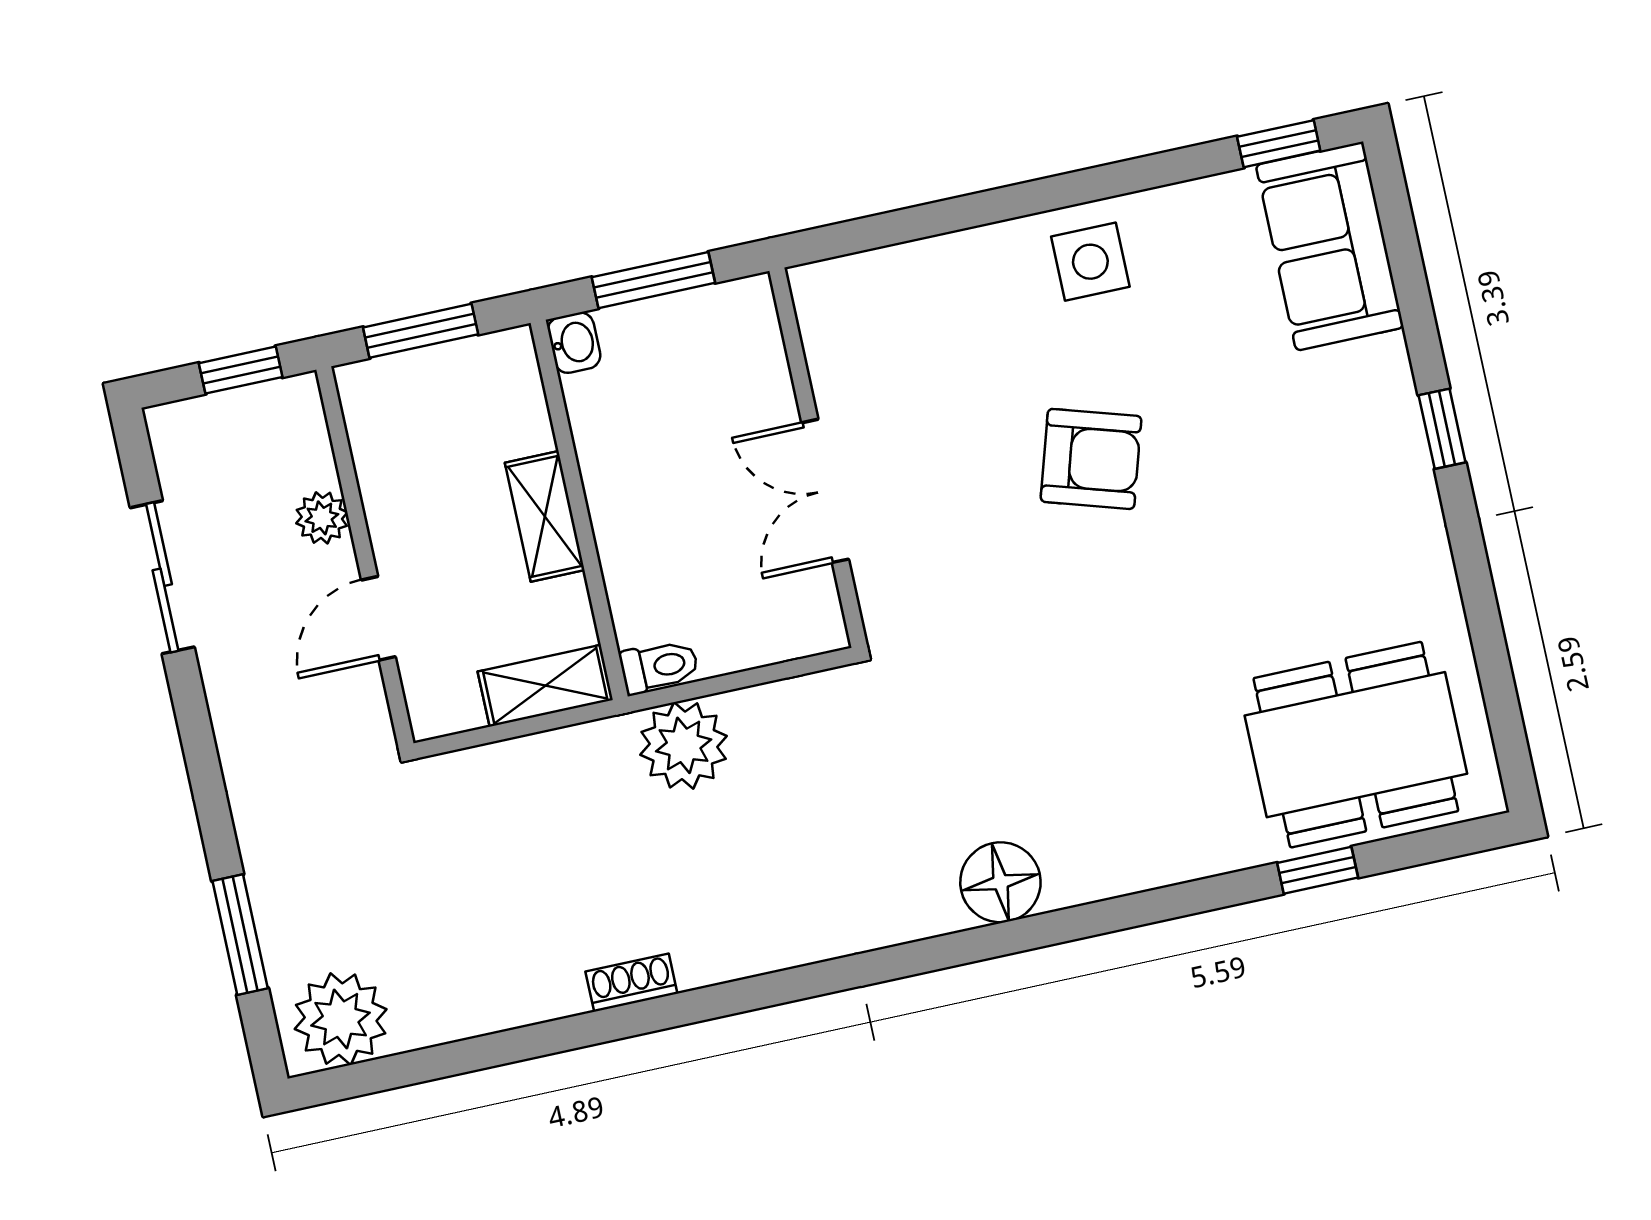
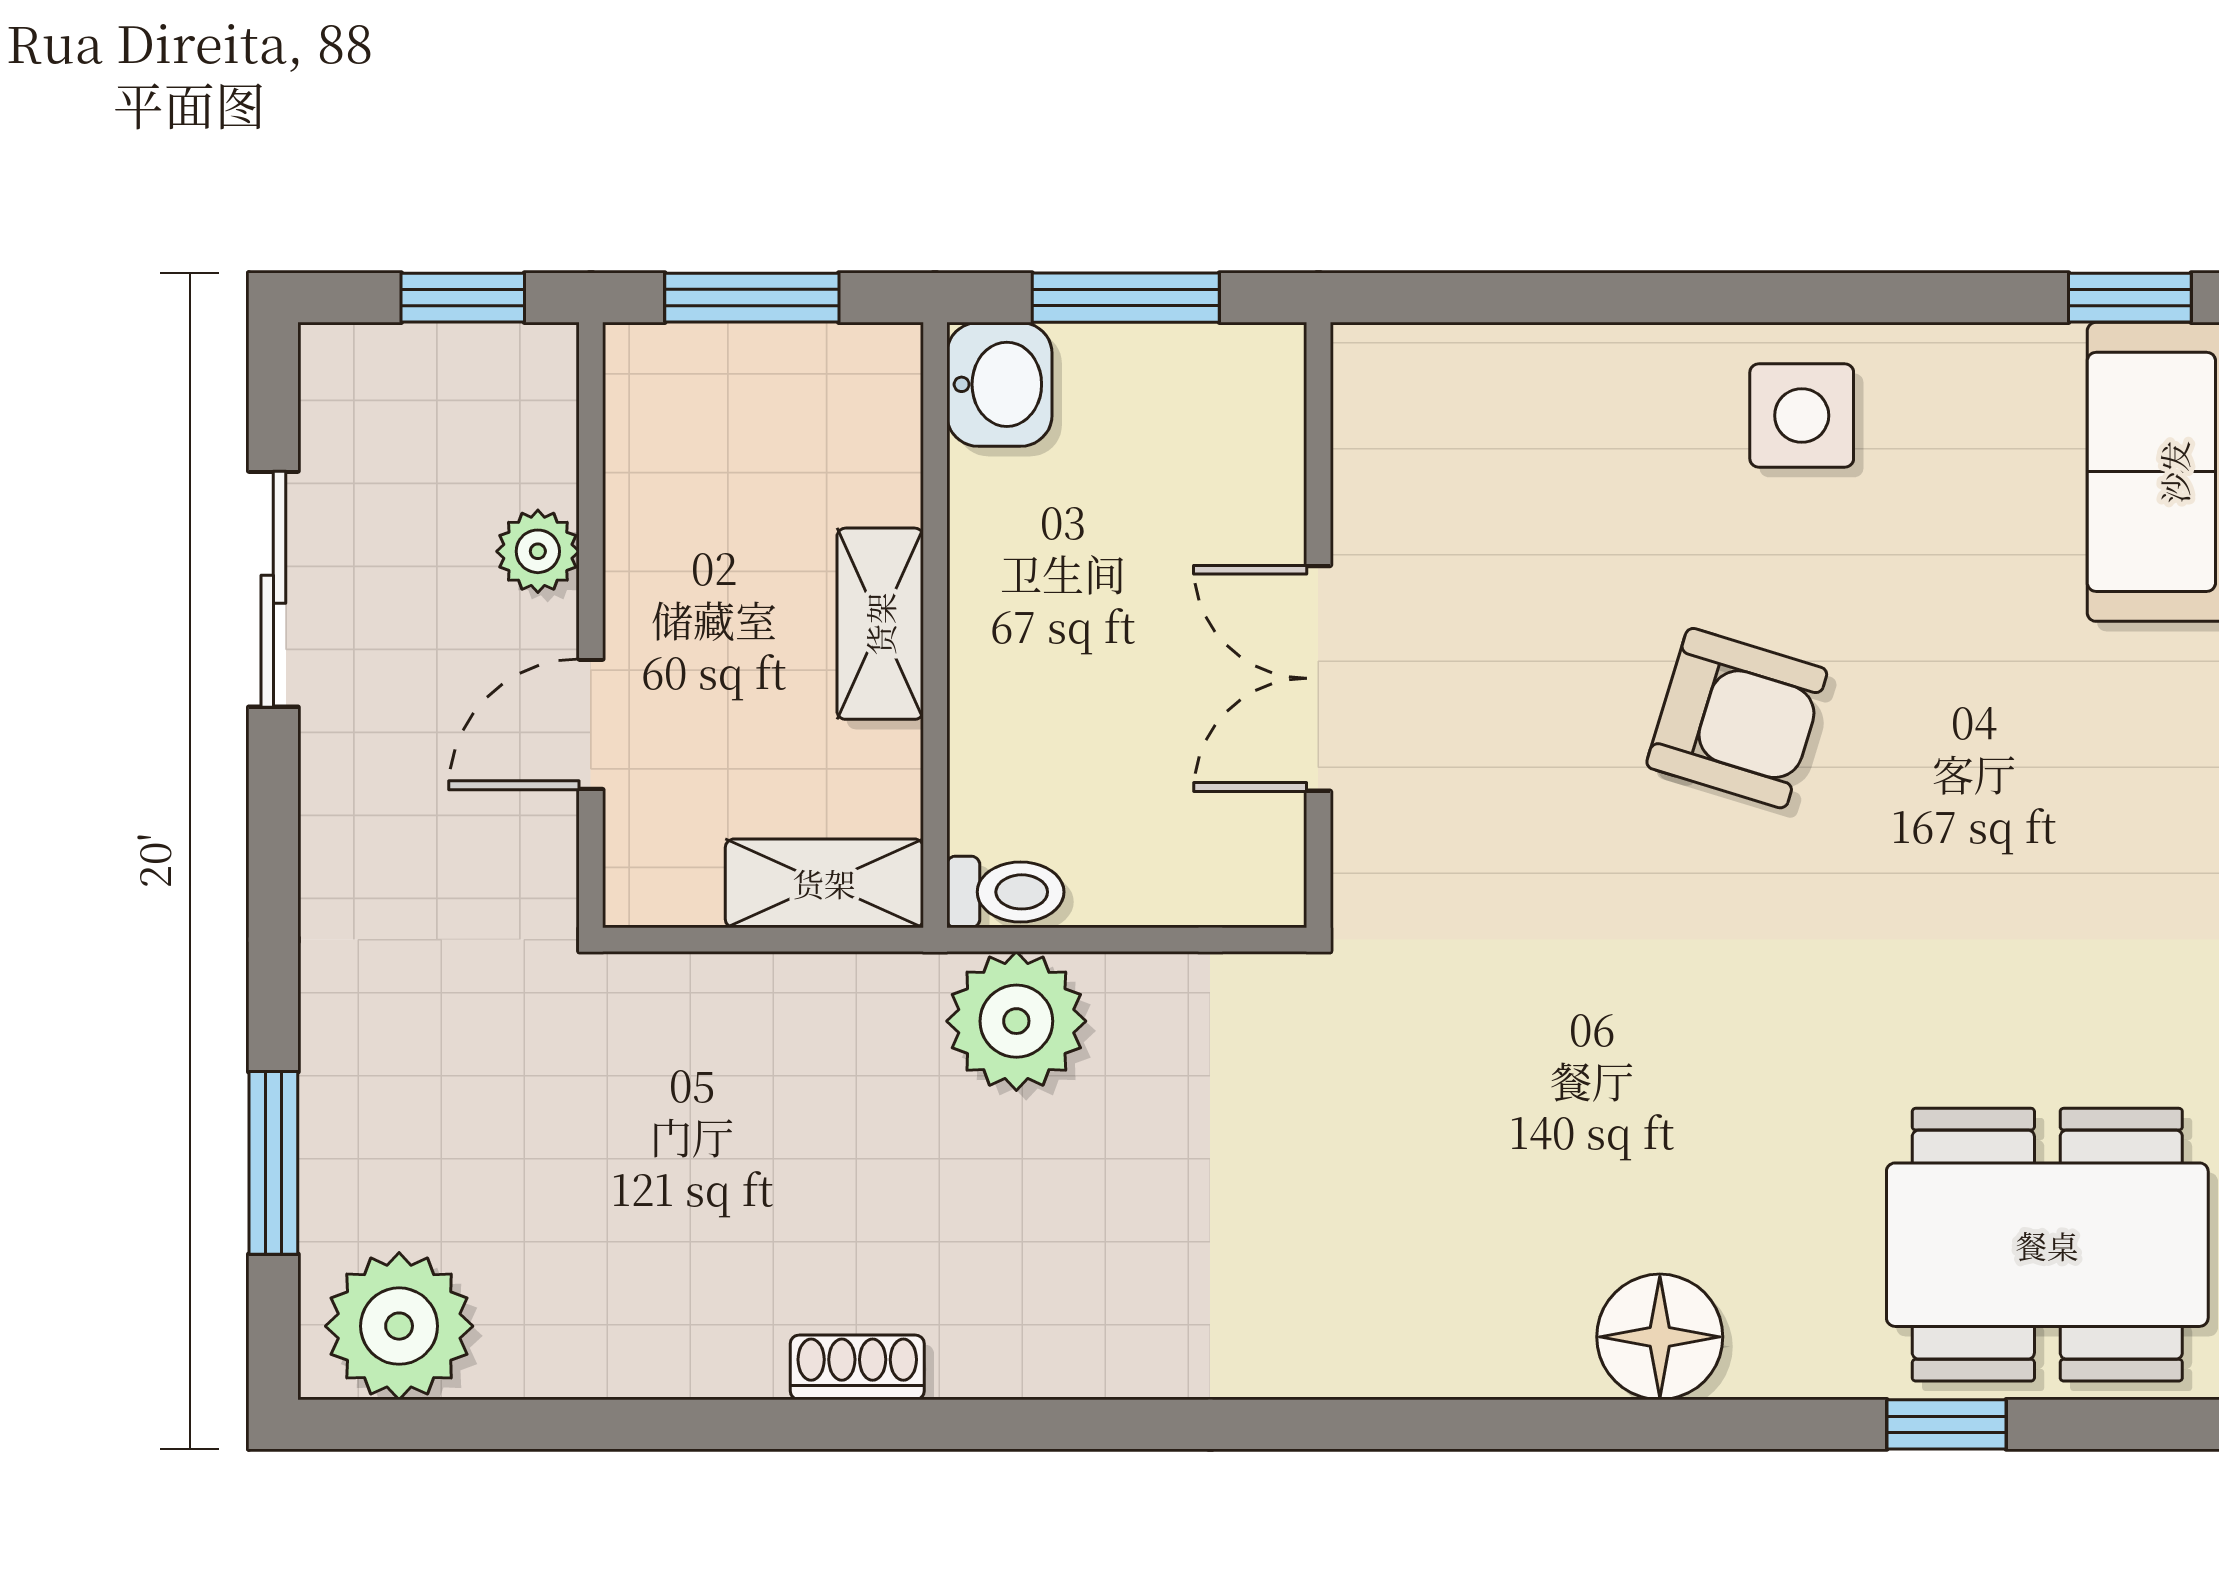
washbasin: (574, 343) -> (999, 384), width x1.38, depth x1.45
floor lamp: (1000, 882) -> (1660, 1337), moved

